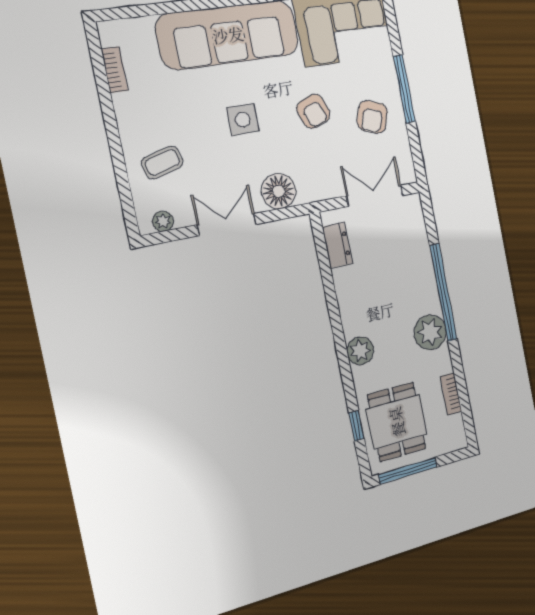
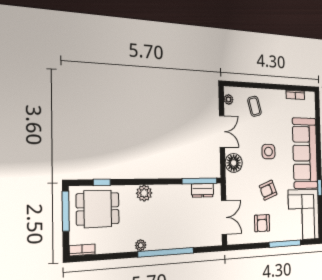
window: (404, 89) -> (285, 244), moved
armchair: (372, 117) -> (262, 223), turned -110
window: (323, 254) -> (200, 181), added
plant: (430, 332) -> (141, 245), width x0.53, depth x0.53
bookcase: (451, 394) -> (82, 250), moved

